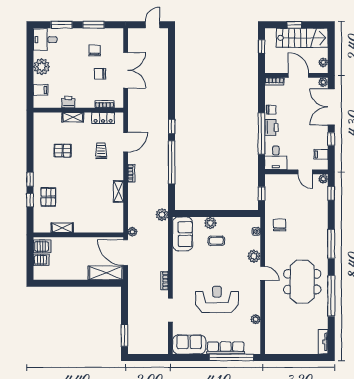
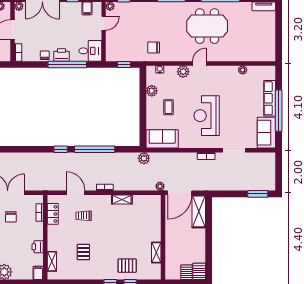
filing cabinet: (41, 90) -> (38, 273), moved
shelving: (73, 117) -> (52, 261), moved
plant: (210, 223) -> (152, 91), moved
server rack: (42, 246) -> (199, 271), moved
reception desk: (217, 299) -> (207, 116), moved
window: (231, 357) -> (279, 111), moved

